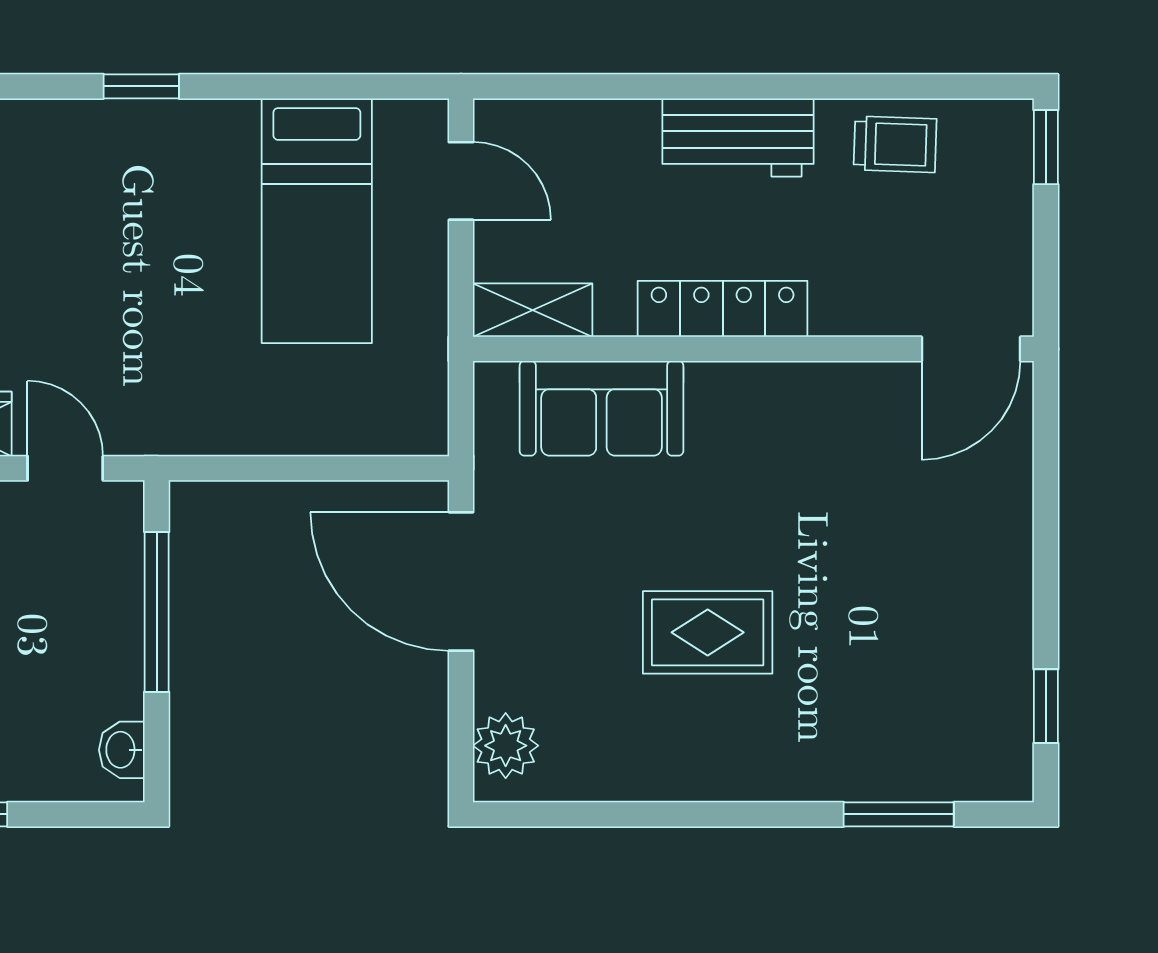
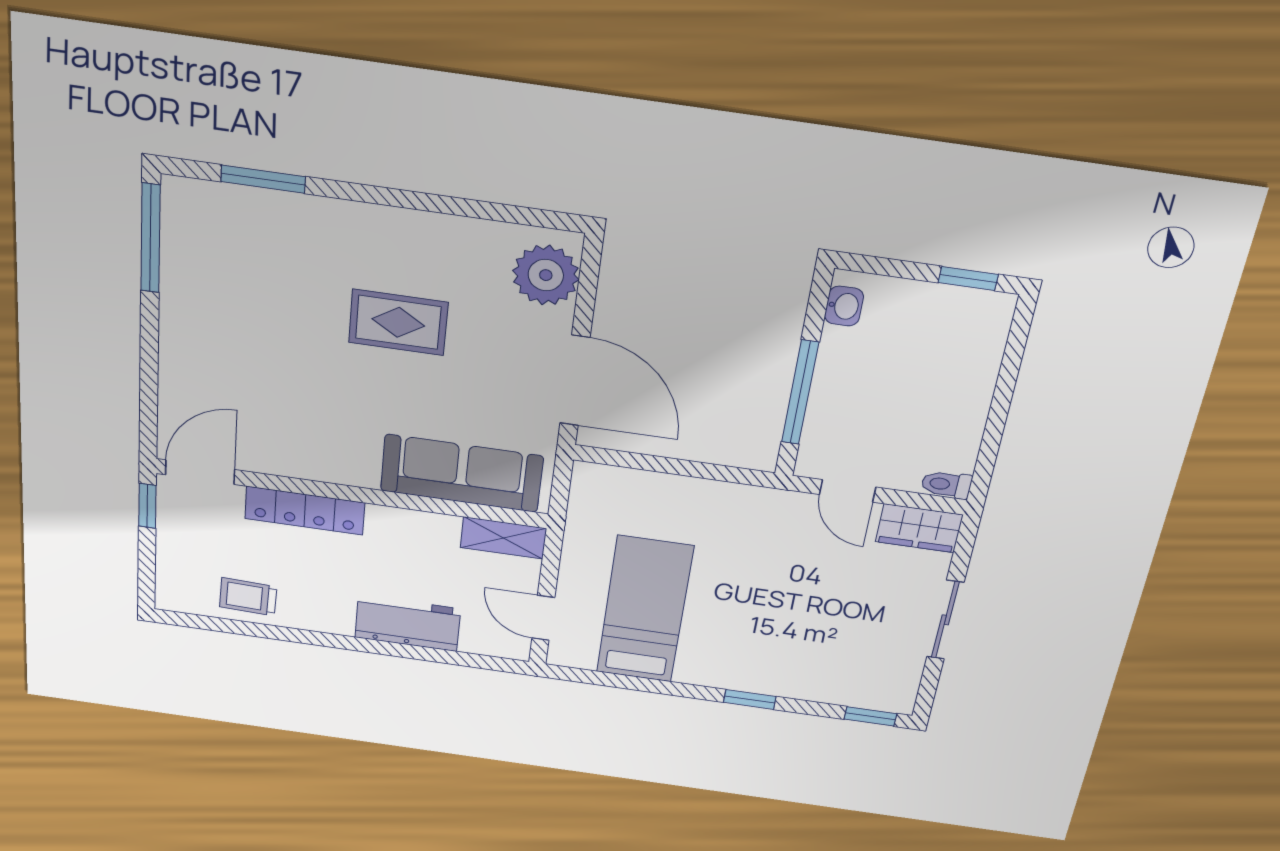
workbench: (738, 137) -> (408, 623), moved
window: (1046, 147) -> (147, 506), moved
locker: (723, 309) -> (305, 511), moved
sofa: (601, 408) -> (462, 473), width x1.36
window: (1046, 706) -> (151, 238), width x2.17
plant: (506, 746) -> (546, 275), width x1.36, depth x1.36

